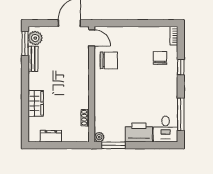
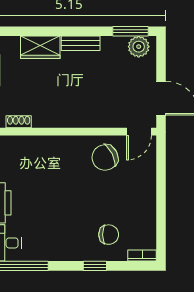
bench: (33, 59) -> (81, 43), moved
chair: (109, 60) -> (105, 158), turned 63

